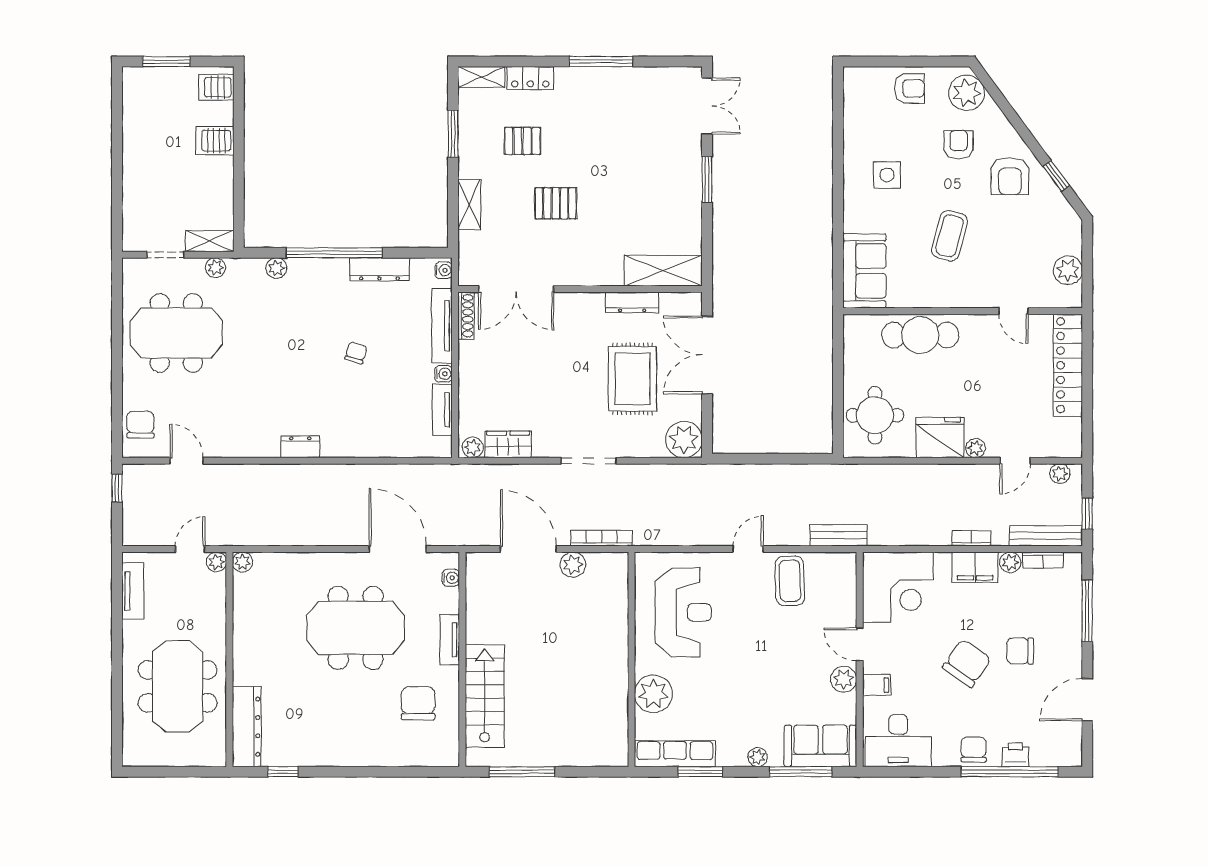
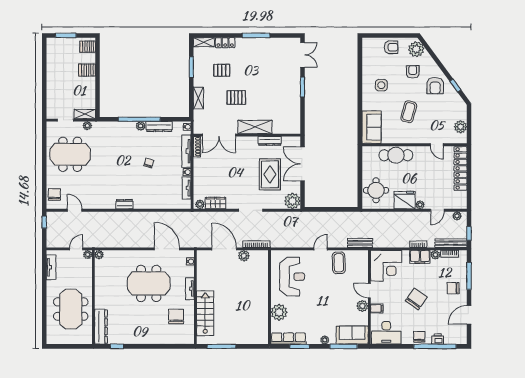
plant: (276, 268) -> (141, 126), moved
shelving: (663, 271) -> (255, 127), moved
chair: (1020, 651) -> (453, 288), moved

